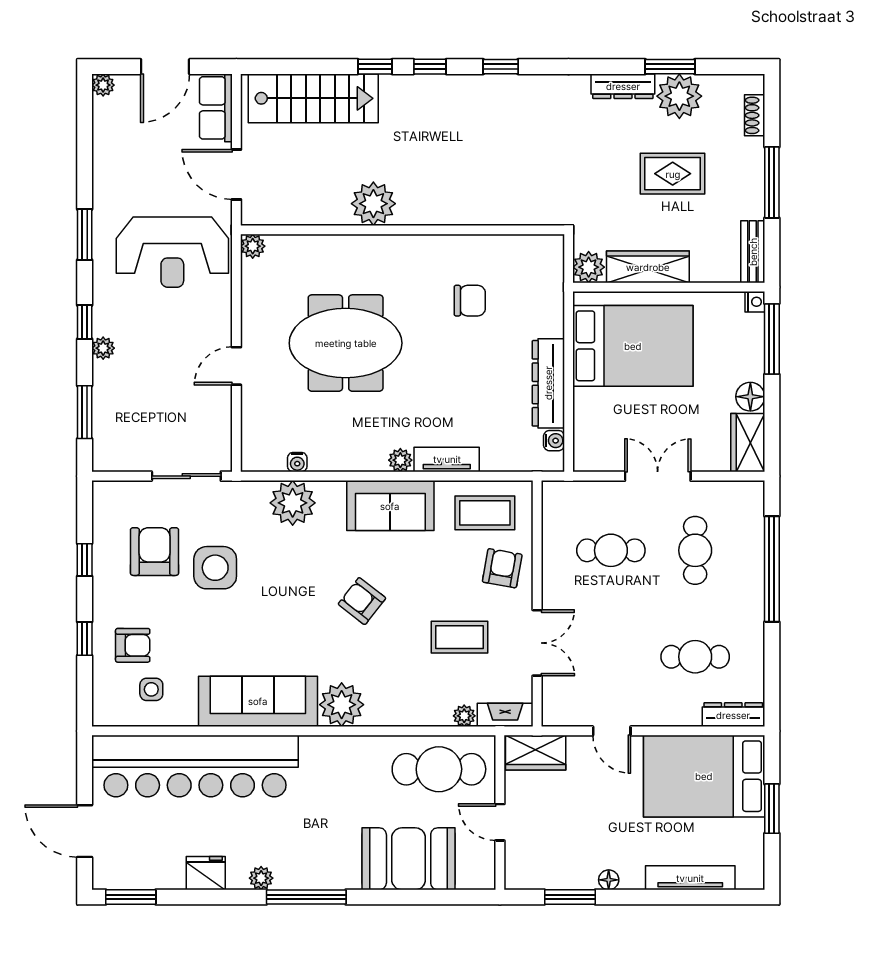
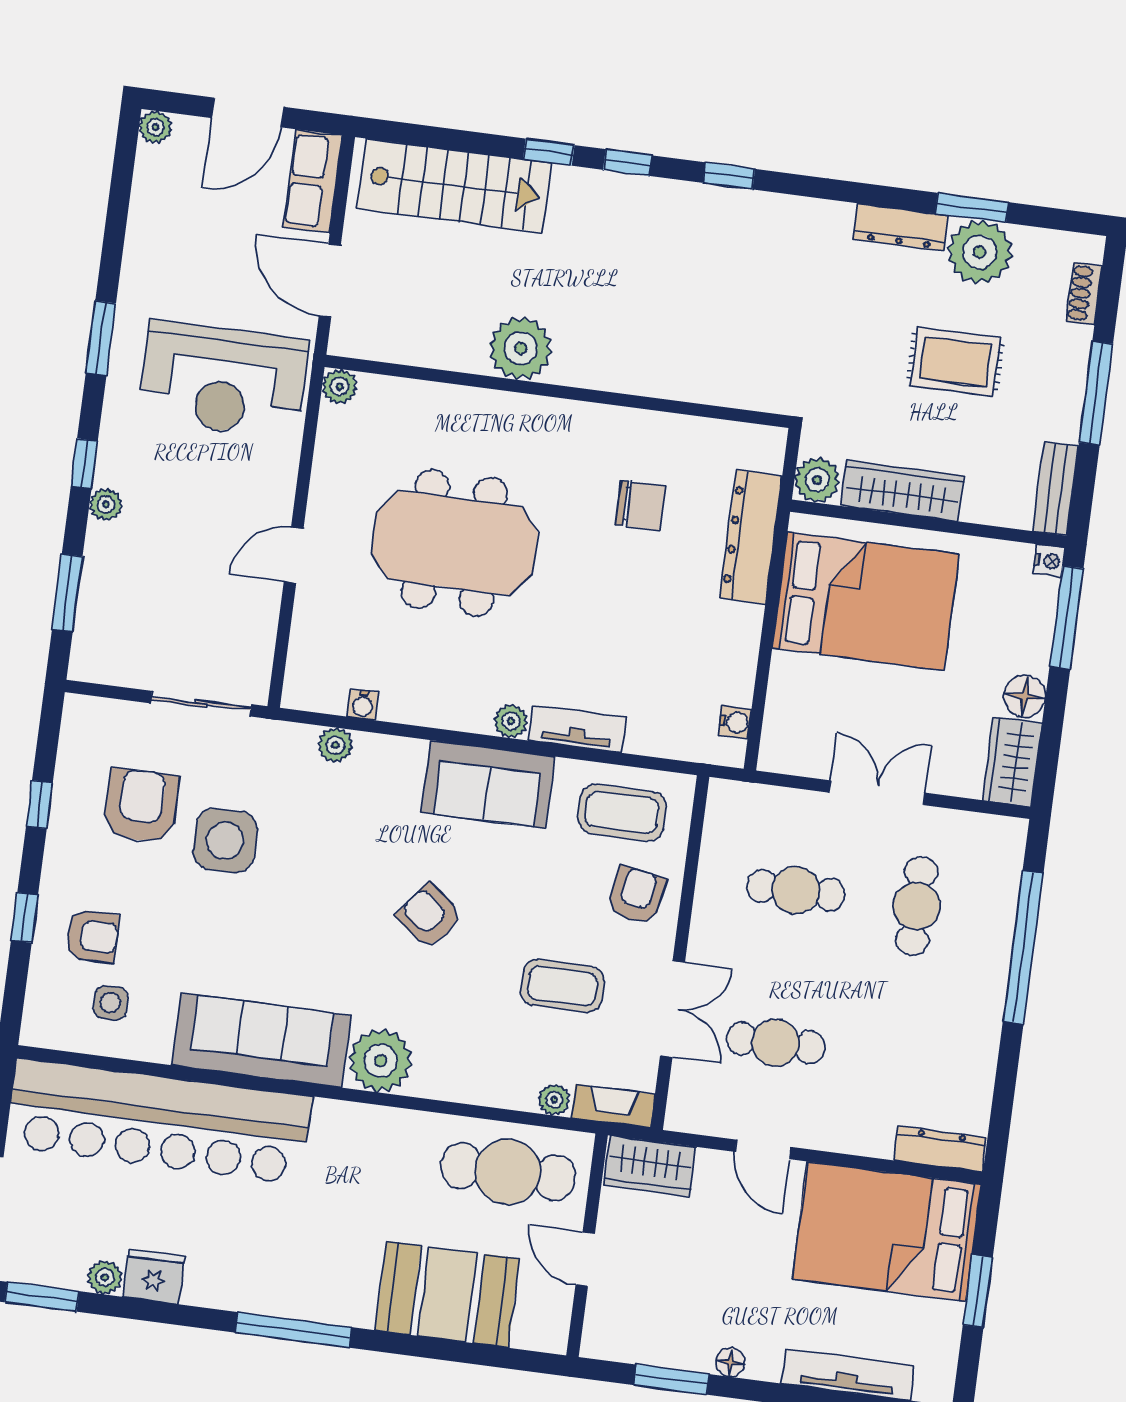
dresser: (548, 383) -> (751, 537), moved
plant: (293, 503) -> (335, 745), width x0.53, depth x0.53
cafe table: (695, 657) -> (776, 1043), moved
plant: (261, 878) -> (105, 1277), moved

